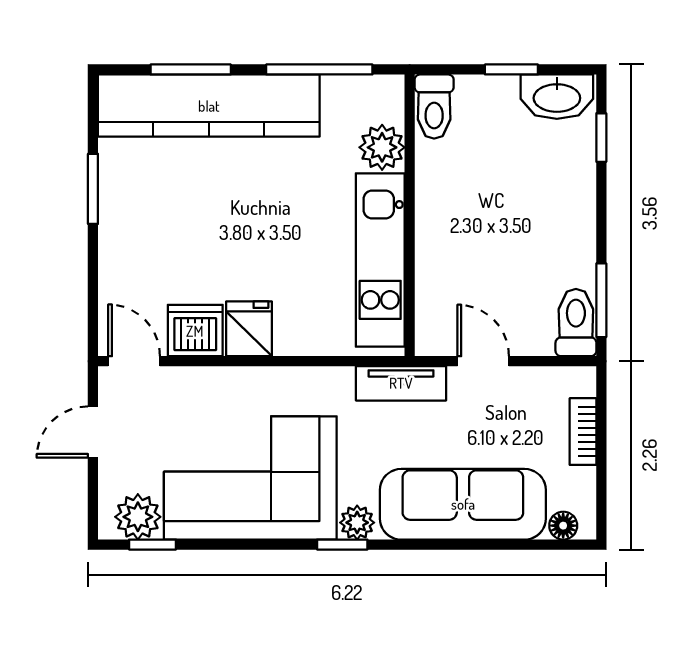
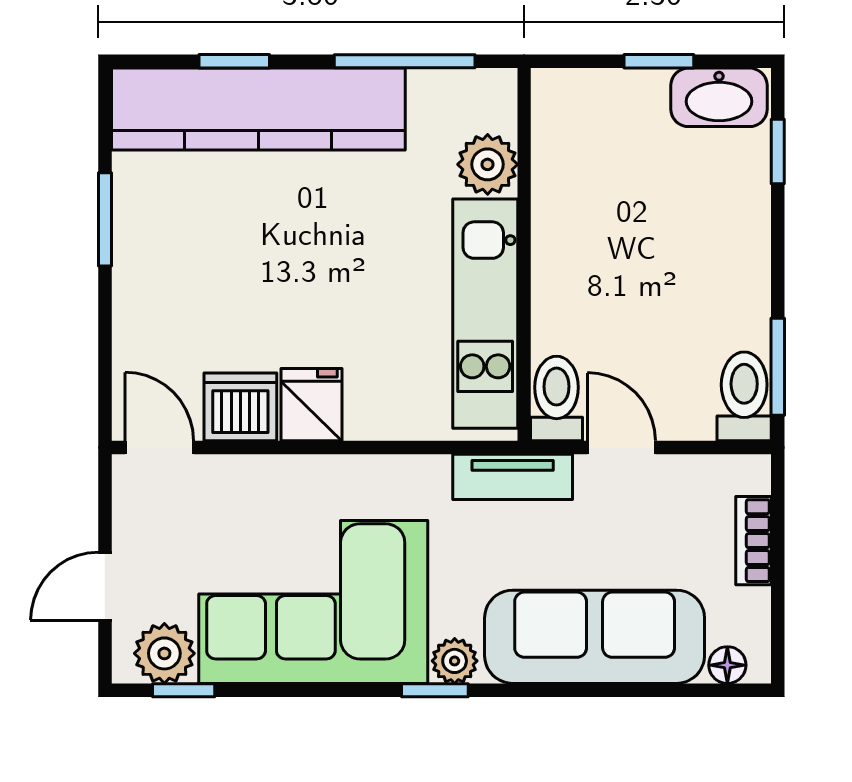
window: (191, 69) -> (234, 61), width x0.67
toilet: (434, 107) -> (557, 398), moved, turned 180
door: (93, 432) -> (105, 586), moved

